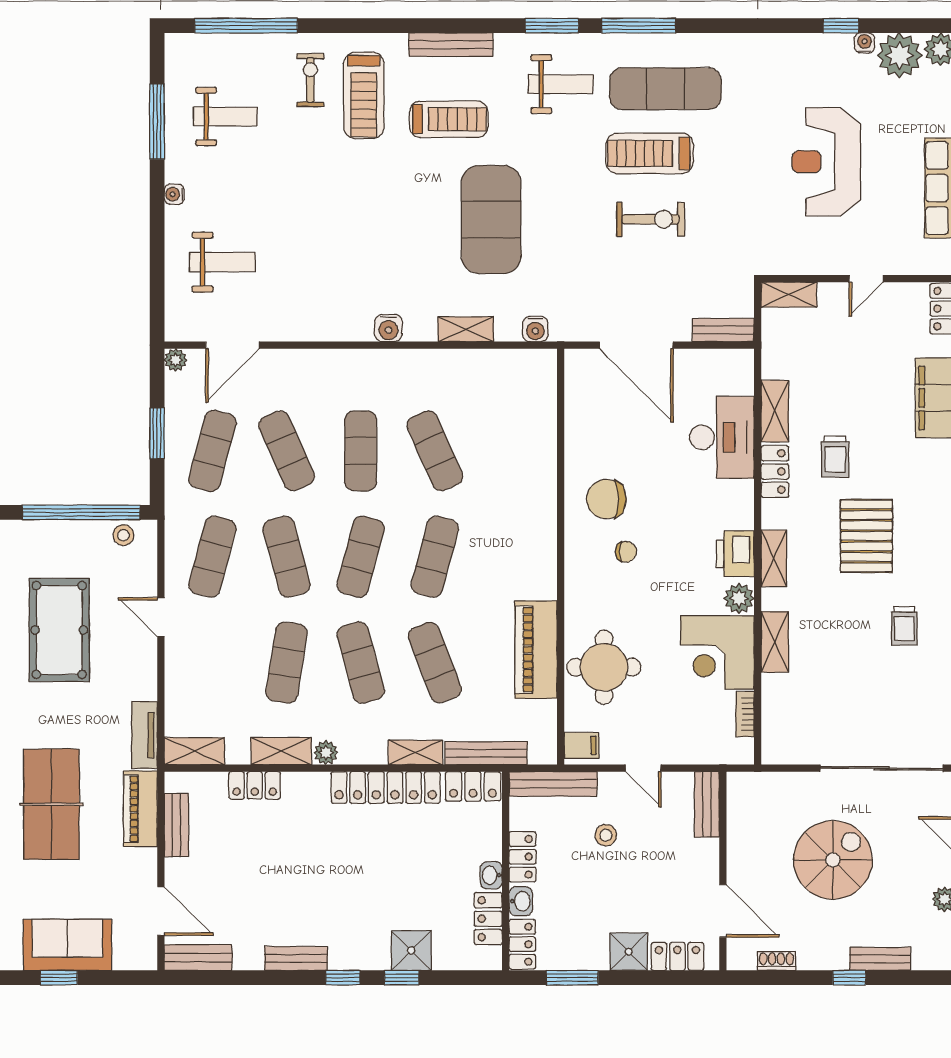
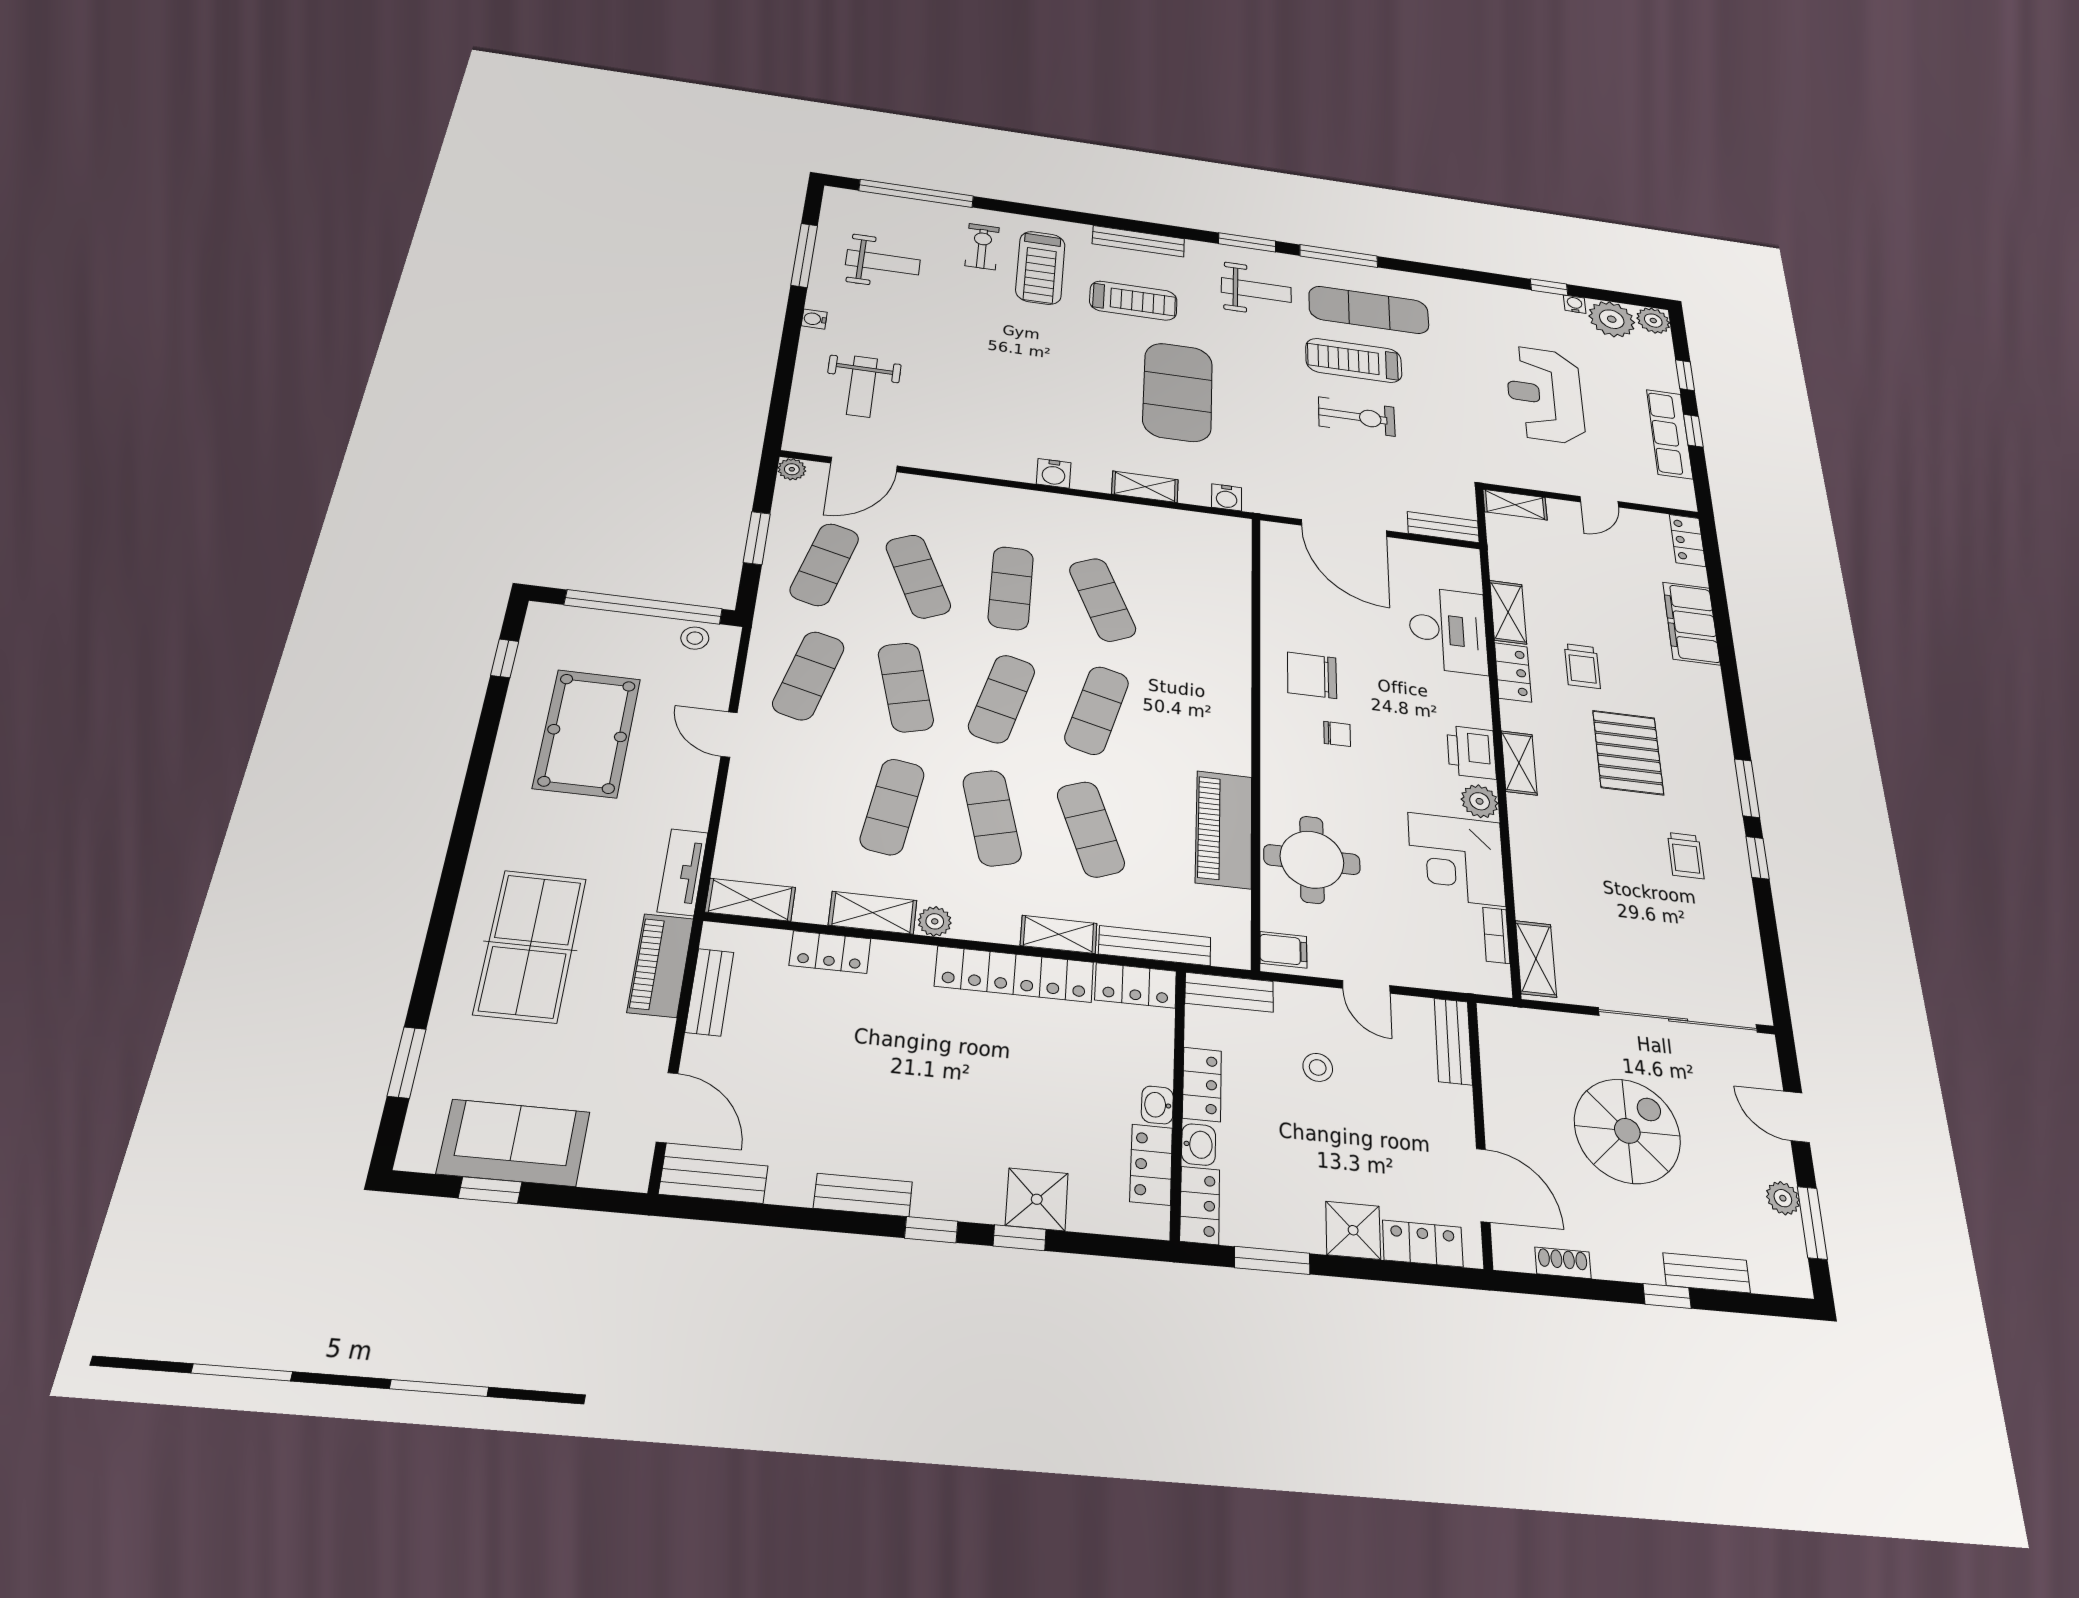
weight bench: (222, 262) -> (862, 386), turned 90
shelving: (775, 642) -> (1536, 959), moved
bench: (553, 784) -> (1229, 992), width x0.73

